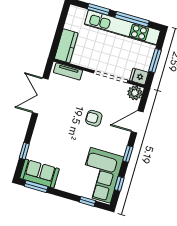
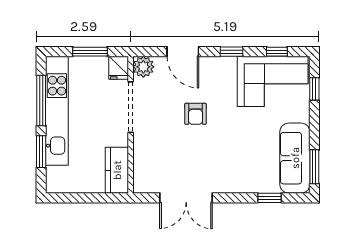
kitchen counter: (66, 46) -> (117, 170), moved, turned -90
tv unit: (68, 71) -> (140, 169), removed
sofa: (39, 174) -> (295, 158), width x1.36

